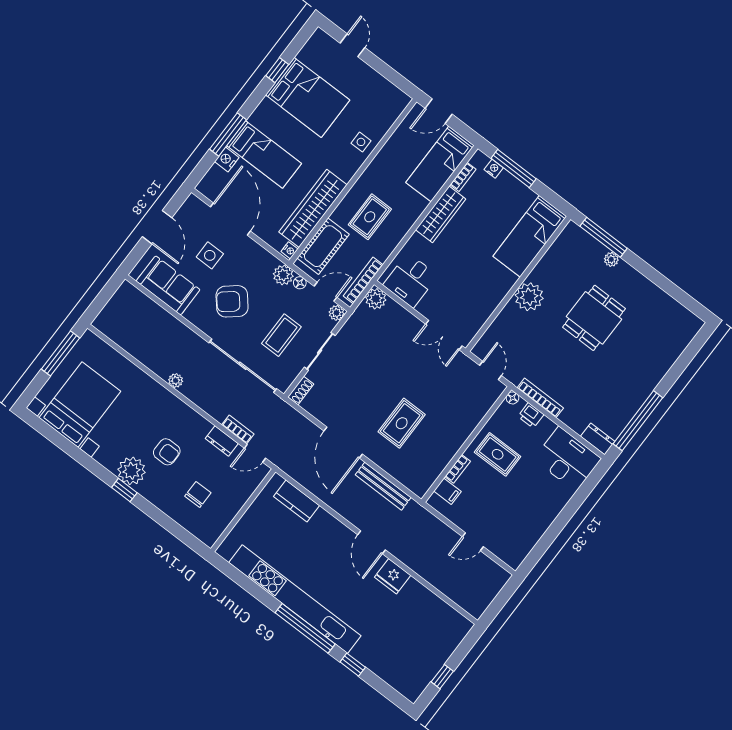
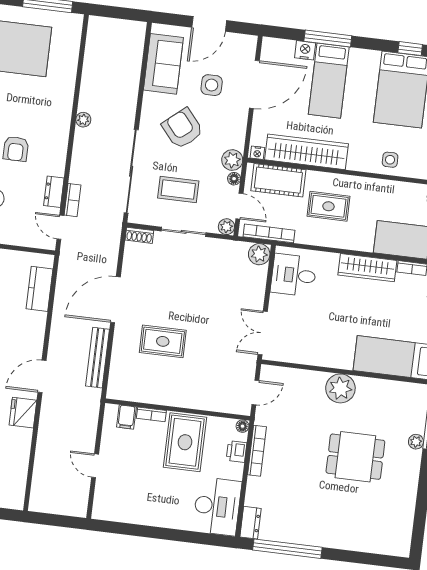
rug: (498, 454) -> (185, 442), width x1.36, depth x1.43

